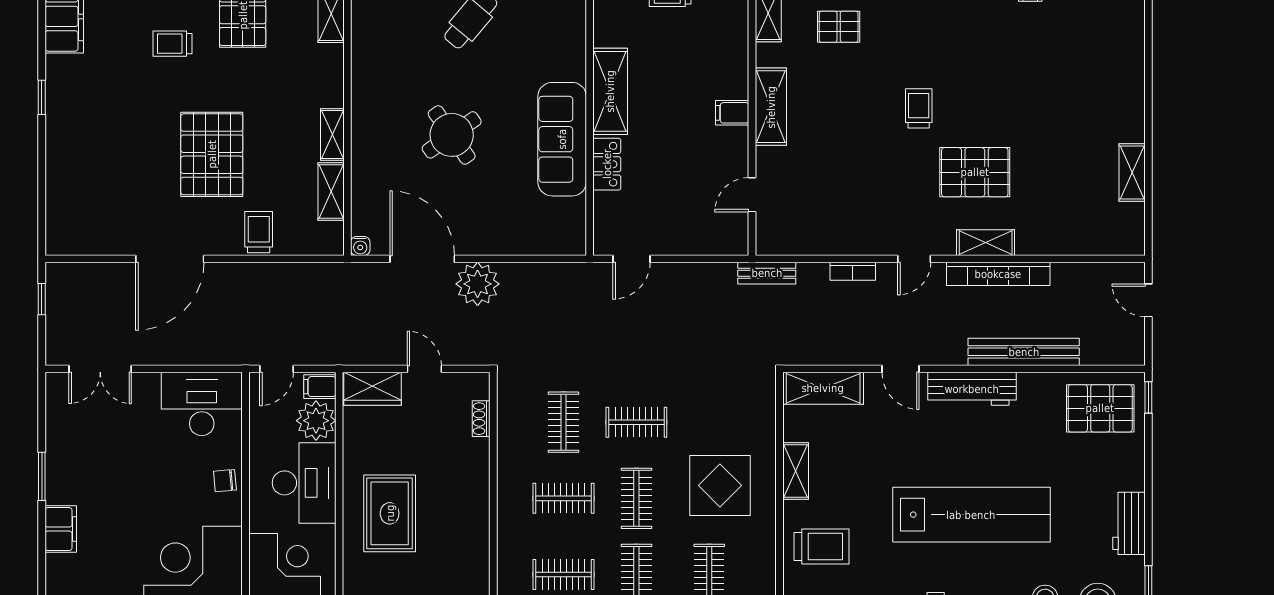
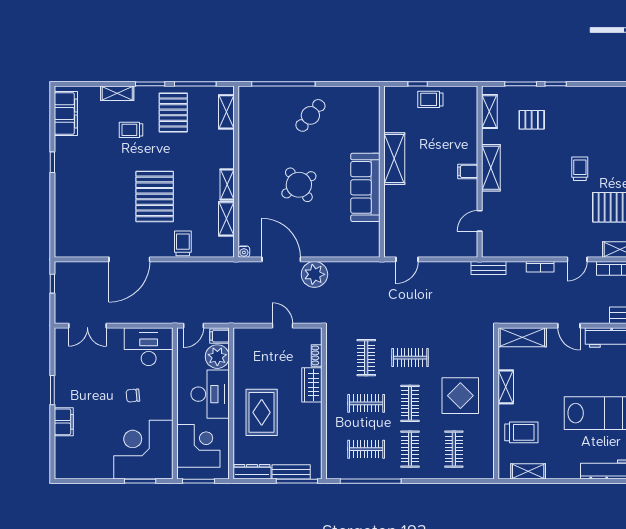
locker: (607, 164) -> (392, 202), removed
wardrobe: (373, 389) -> (312, 385), moved, turned 90
chair: (225, 481) -> (133, 396), moved

